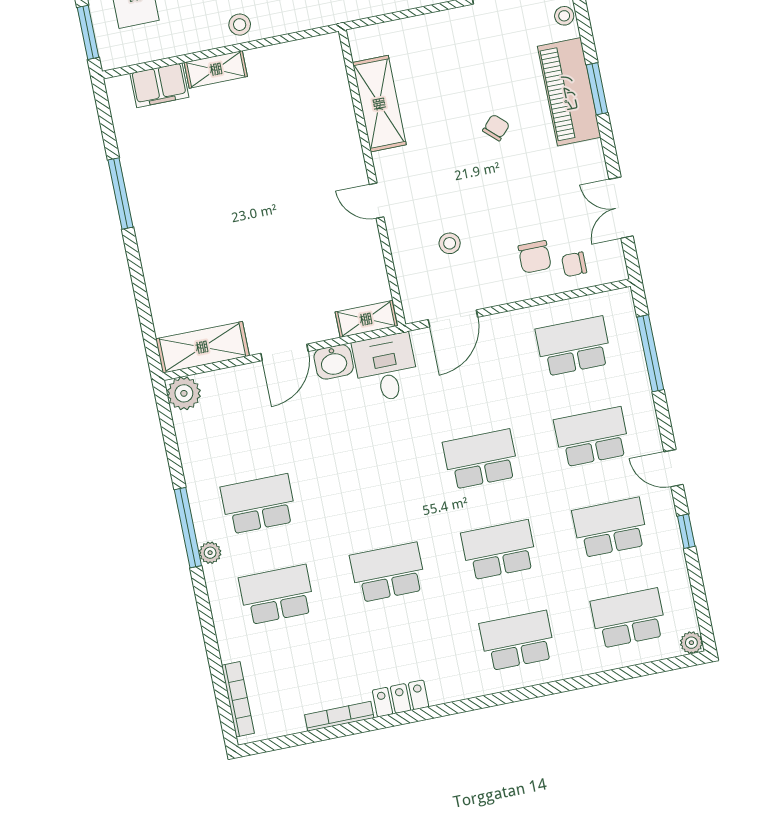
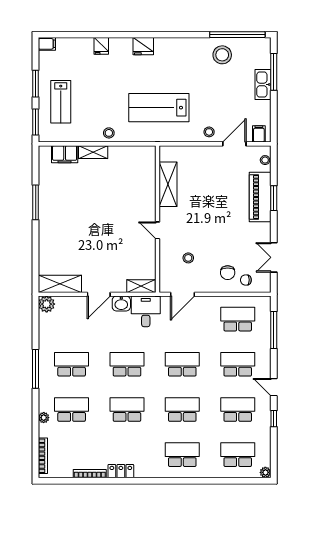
chair: (496, 128) -> (222, 207), removed
school desk: (370, 482) -> (127, 364), added
plant: (210, 553) -> (44, 418), moved

